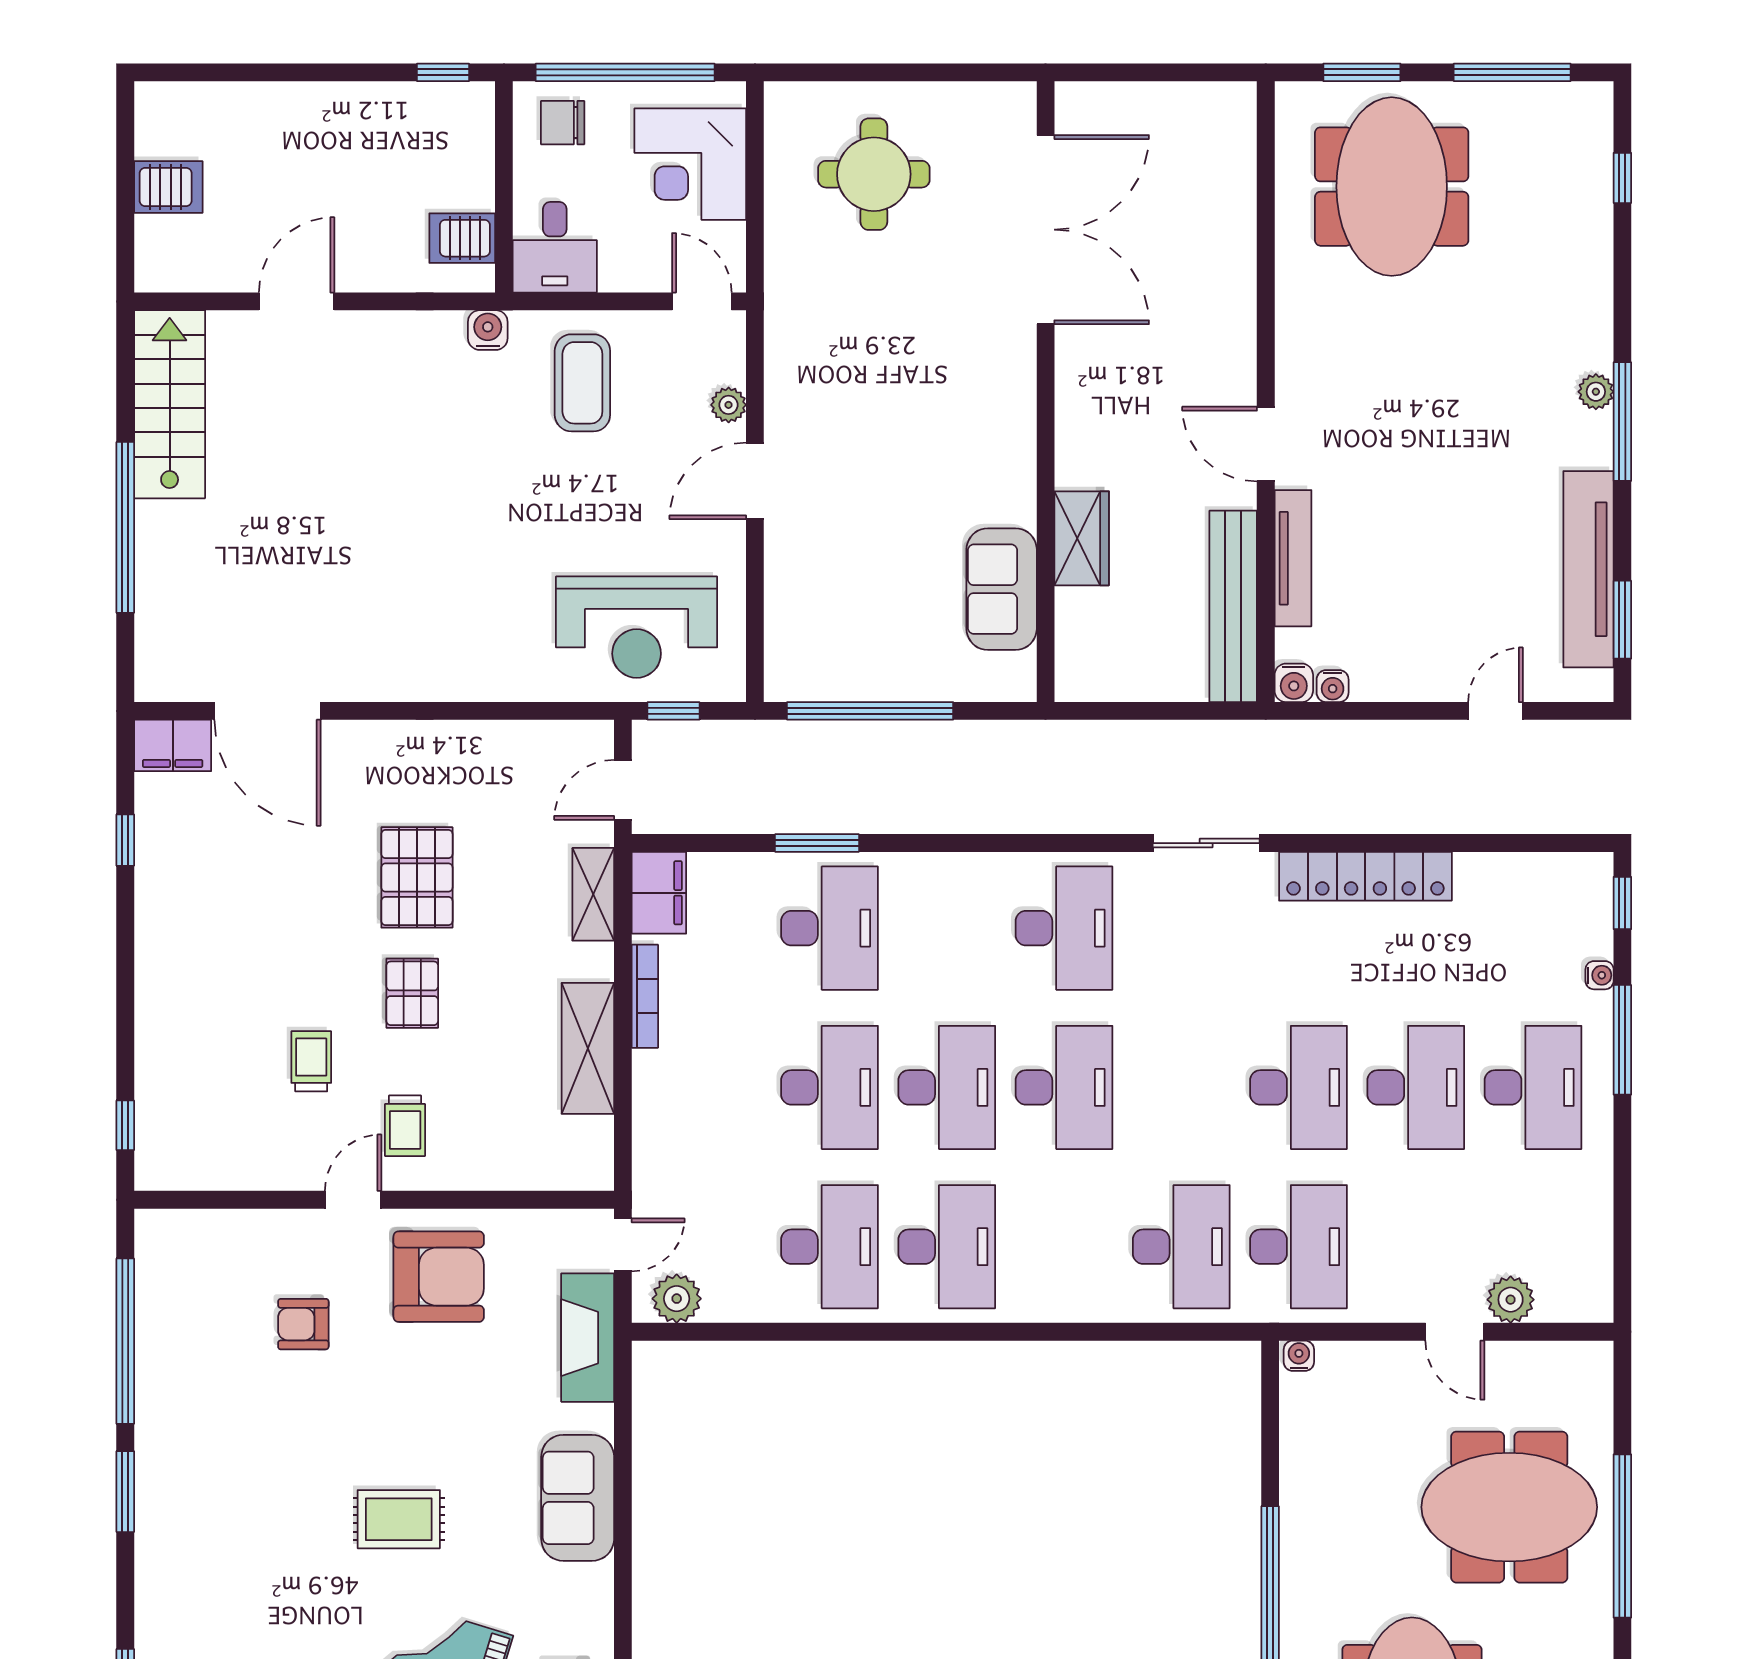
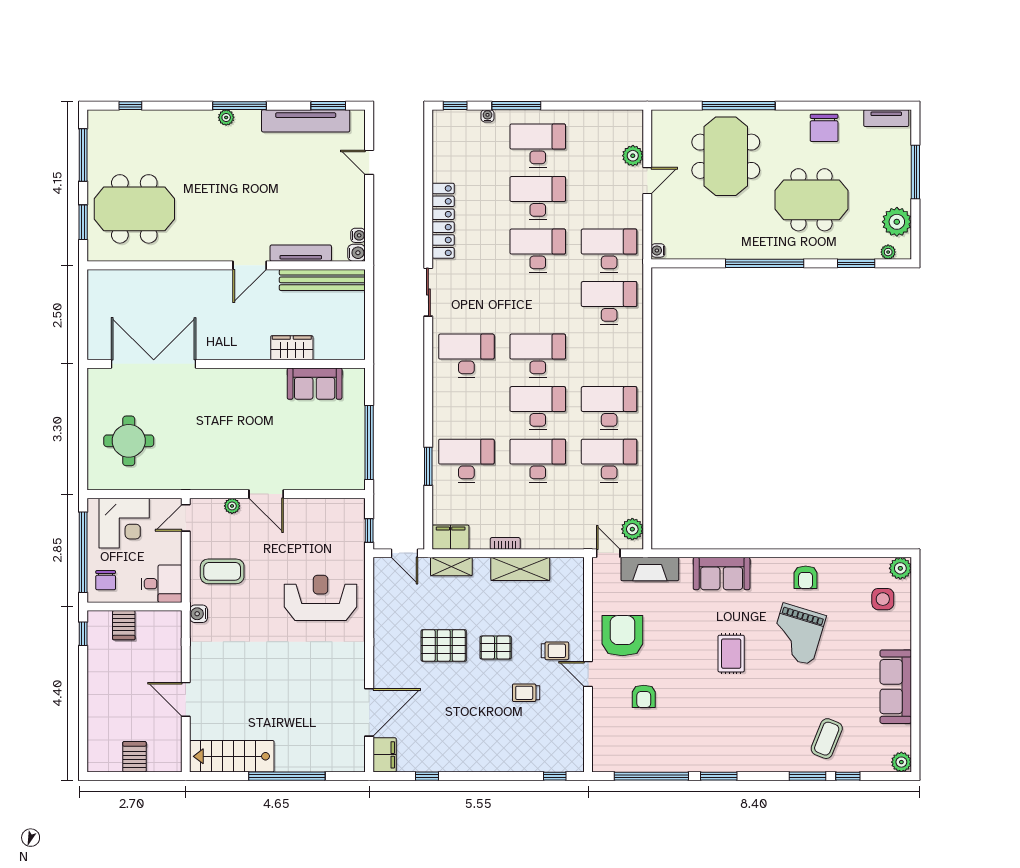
server rack: (462, 238) -> (124, 625), moved
reception desk: (637, 627) -> (321, 598), moved, turned -90
bookcase: (645, 996) -> (505, 543), width x0.64

